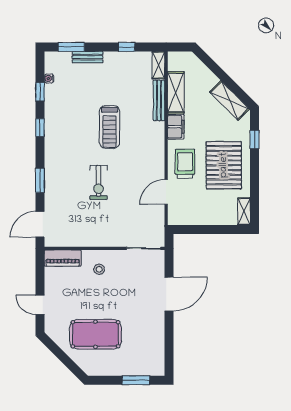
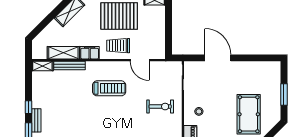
window: (127, 47) -> (28, 107), moved
treadmill: (110, 127) -> (109, 88), moved
exercise bike: (98, 183) -> (160, 107), moved
window: (136, 380) -> (284, 94), moved

